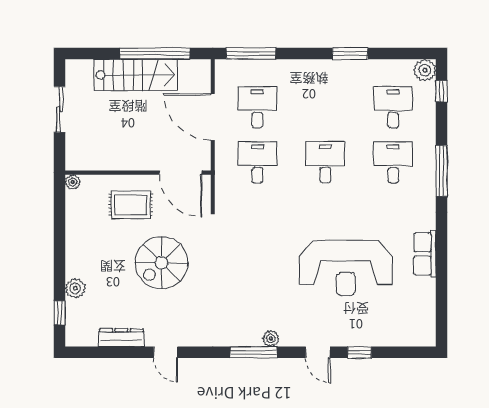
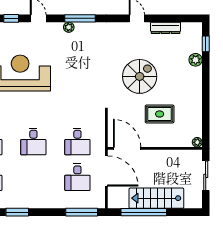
wall: (138, 173) -> (155, 148), moved
door: (181, 173) -> (127, 148), moved
plant: (73, 182) -> (197, 142), moved

